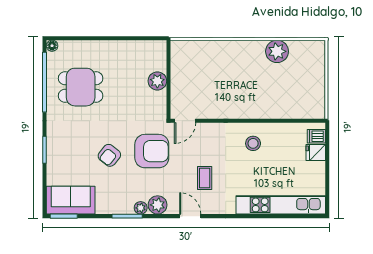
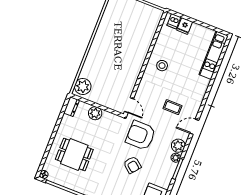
dresser: (154, 47) -> (72, 107), added
plant: (277, 51) -> (83, 86), moved
dining table: (81, 87) -> (74, 154), moved, turned 90
armchair: (152, 151) -> (141, 135), turned -90
kitchen unit: (281, 205) -> (214, 55), width x0.73

